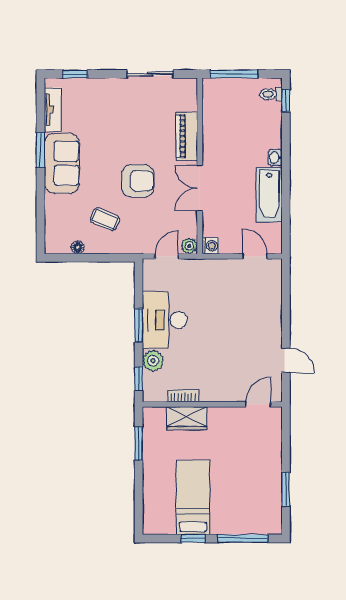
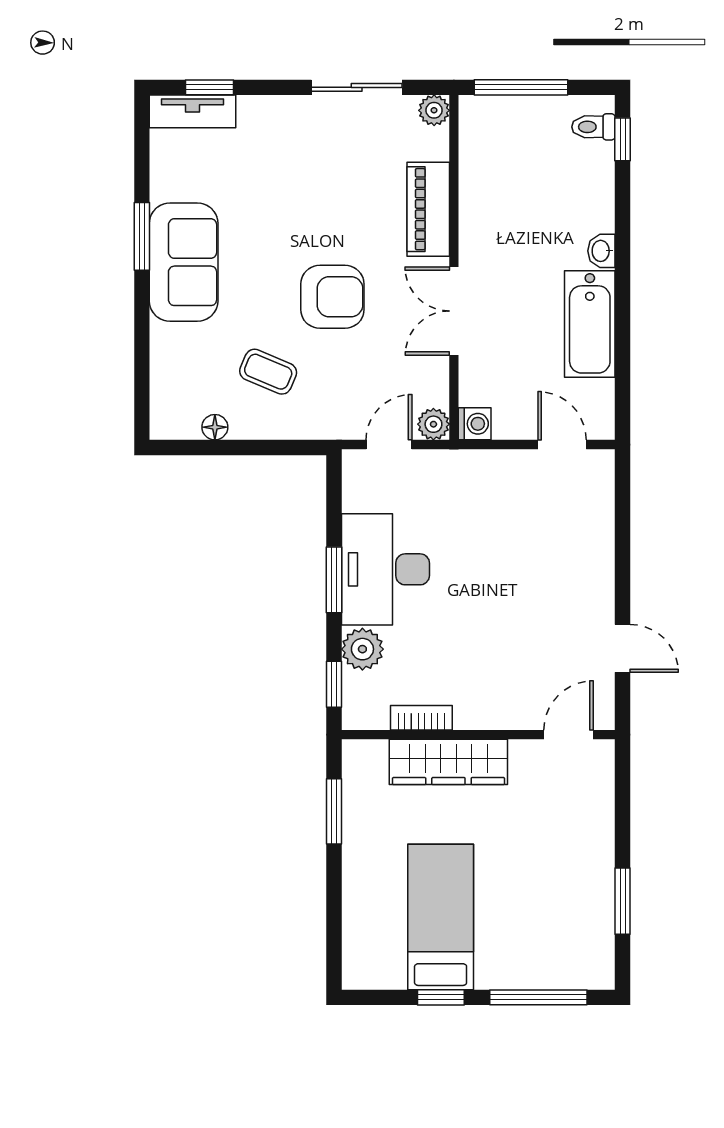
plant: (190, 86) -> (434, 110), added
tv unit: (53, 110) -> (192, 111), moved, turned 90
wardrobe: (187, 418) -> (448, 762), width x1.50

